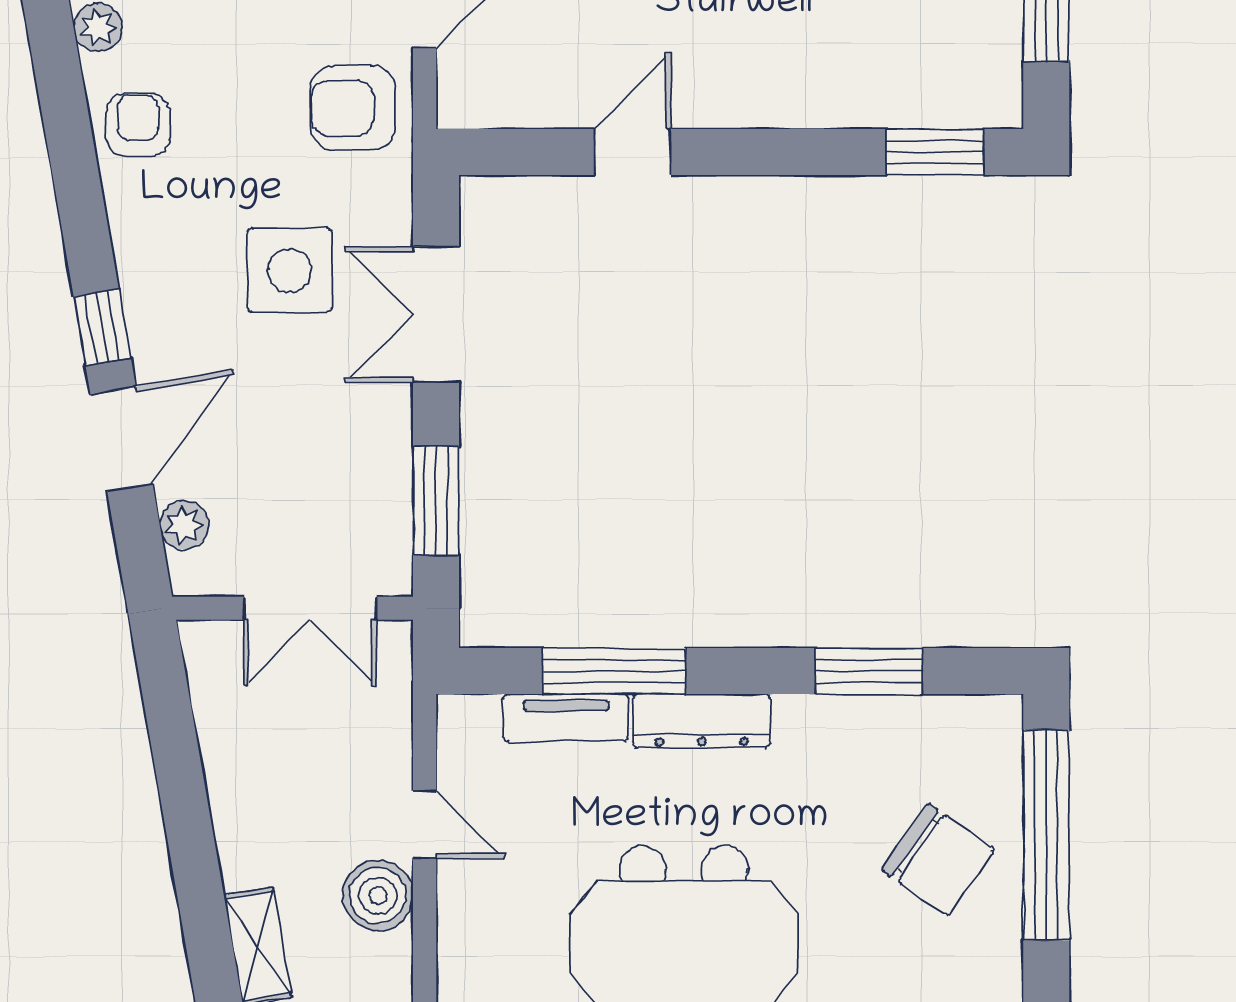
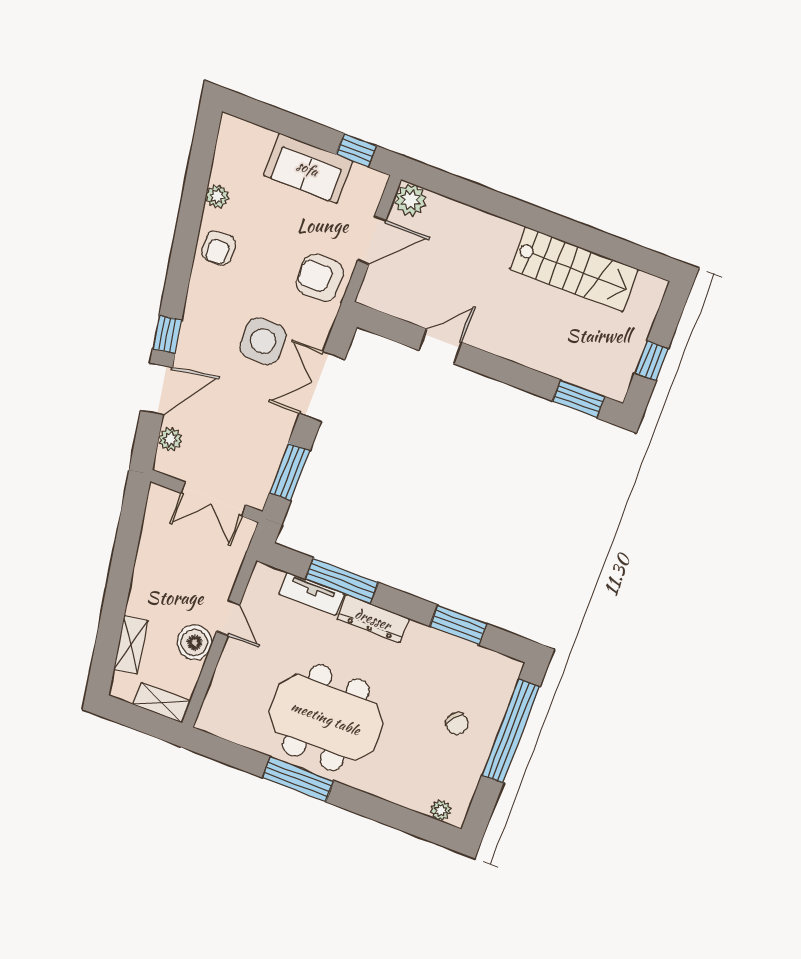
armchair: (138, 125) -> (219, 248), turned 180
chair: (938, 860) -> (457, 723), width x0.54, depth x0.54

